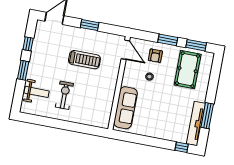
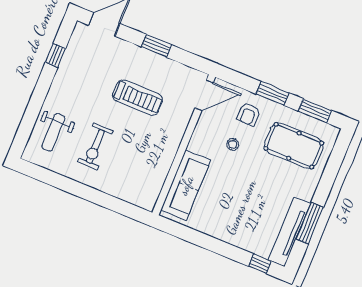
door: (125, 50) -> (204, 95), hinge flipped
window: (23, 70) -> (39, 95), removed
pool table: (188, 70) -> (294, 146), turned 90
weight bench: (37, 92) -> (53, 132), turned 90
exercise bike: (64, 95) -> (95, 146), turned 180

